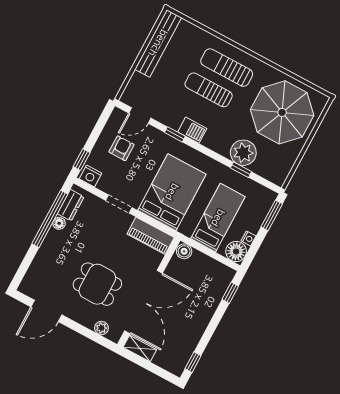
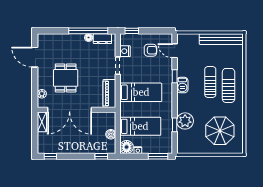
parasol: (282, 112) -> (220, 131), width x0.73, depth x0.73
nightstand: (91, 176) -> (125, 51), moved
bed: (172, 192) -> (141, 92), width x0.67
boiler: (184, 251) -> (111, 134), moved

